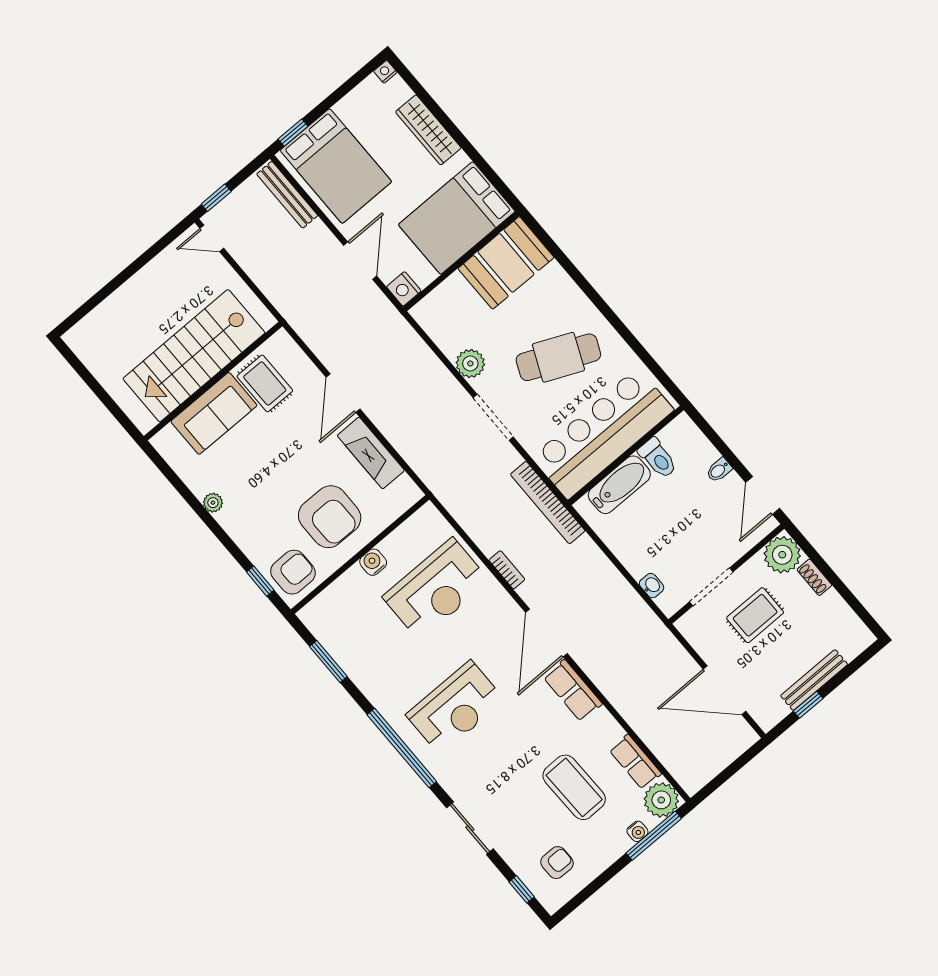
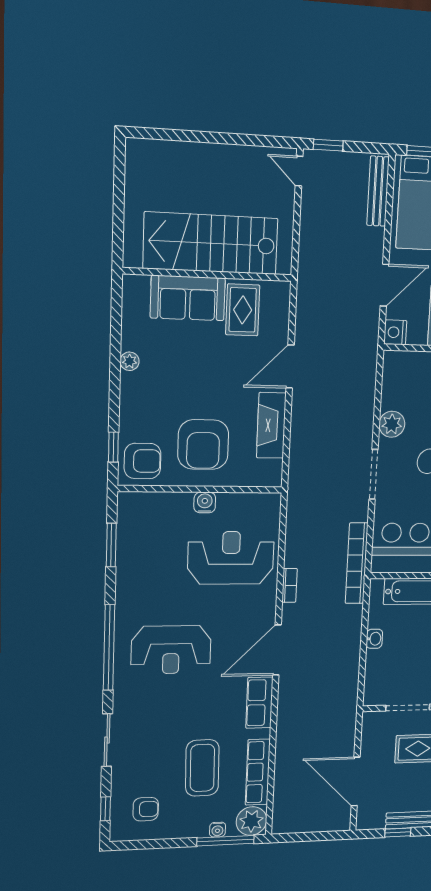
washbasin: (652, 586) -> (374, 639), moved
reception desk: (436, 589) -> (231, 558), turned 180
row of seats: (635, 762) -> (258, 772), width x1.48

